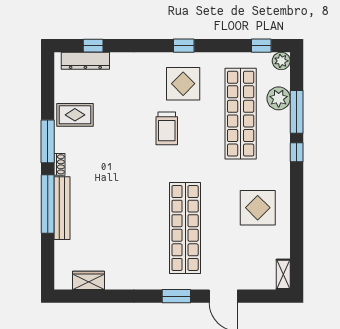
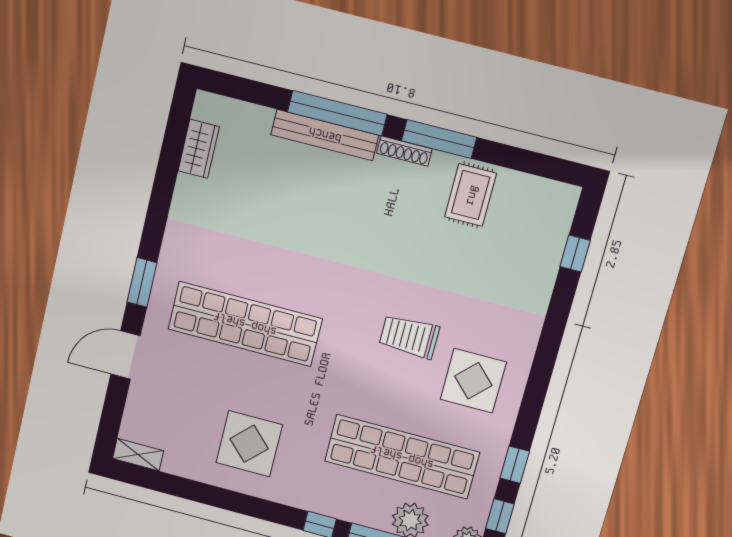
window: (184, 46) -> (515, 465), moved
dresser: (85, 61) -> (554, 235), removed
shoe rack: (60, 164) -> (404, 151), width x1.43

